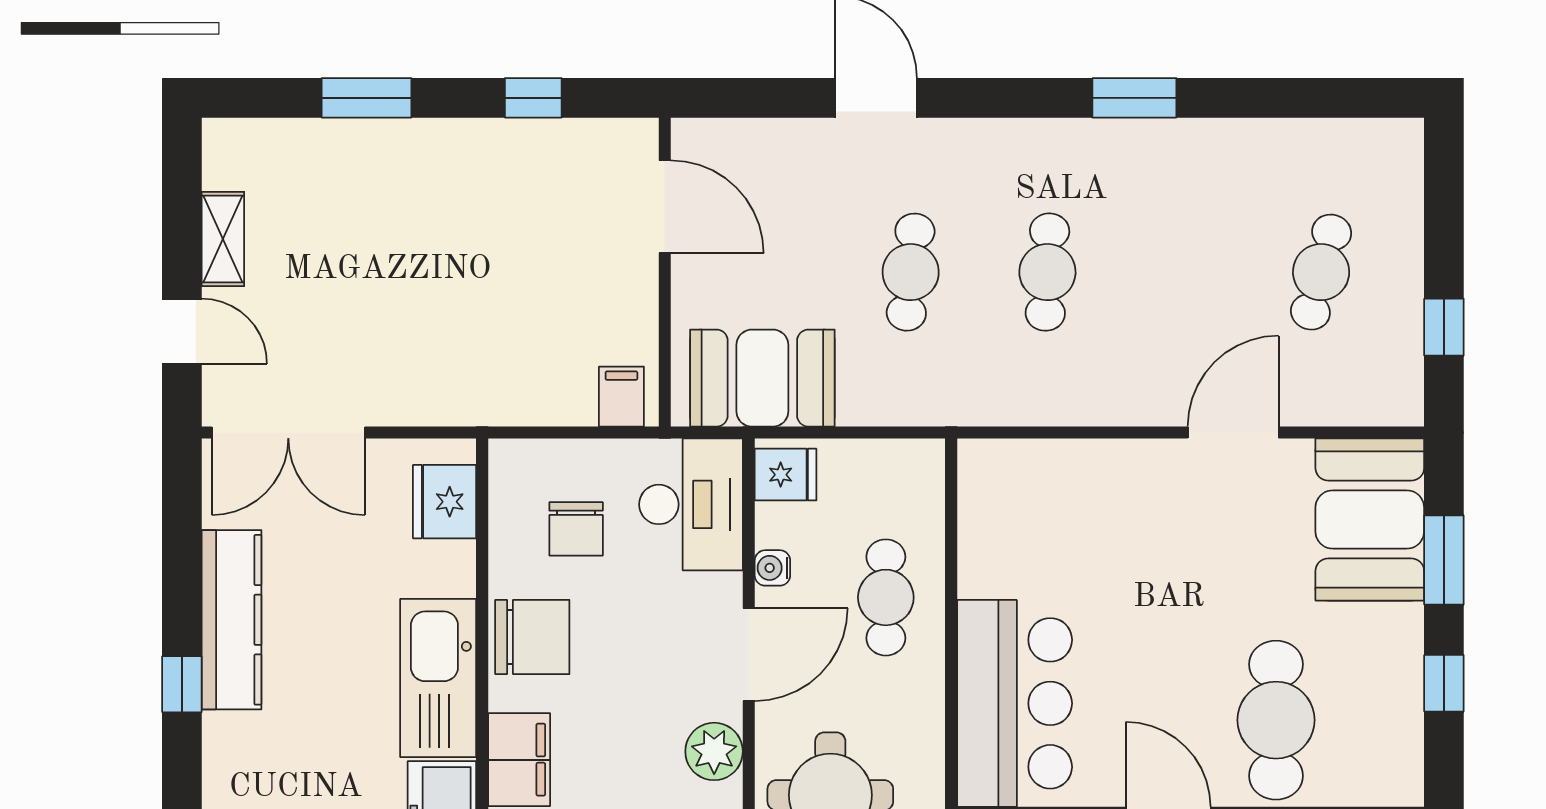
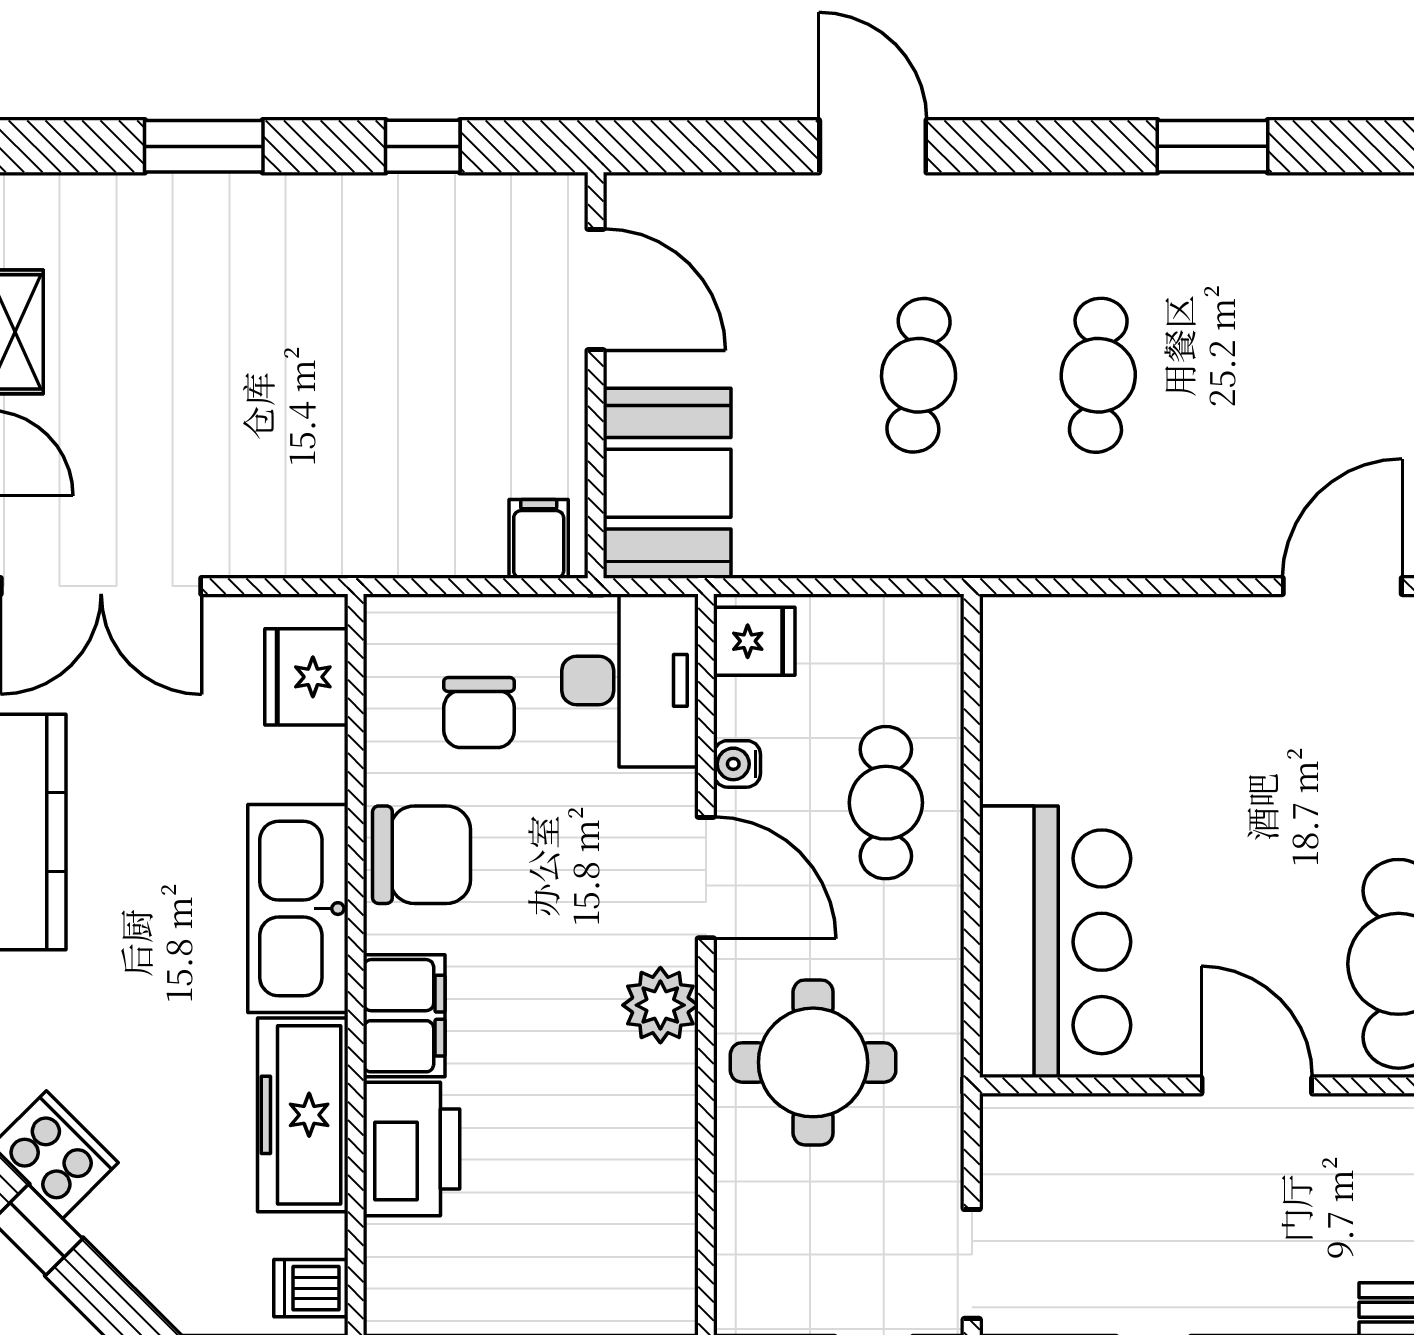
booth: (762, 378) -> (667, 483), moved, turned 90
door: (749, 655) -> (706, 878), hinge flipped

